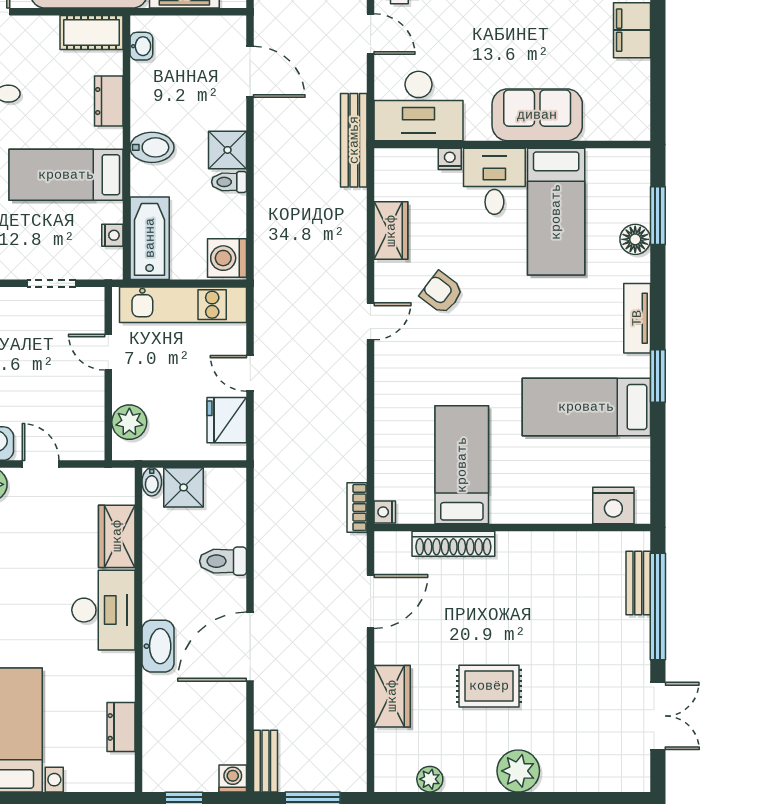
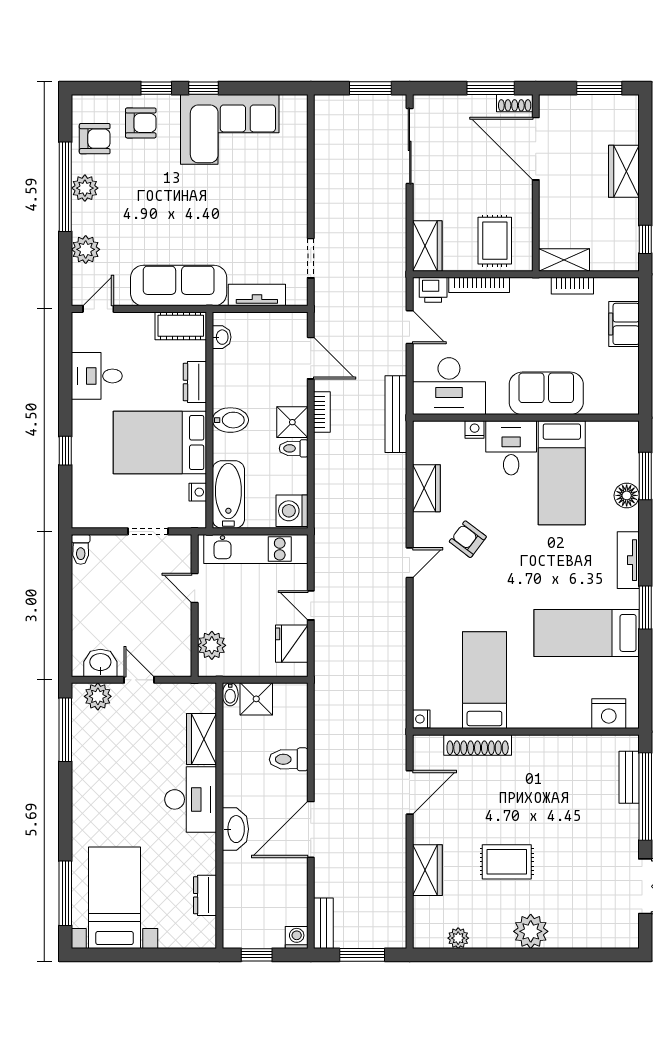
bed: (66, 175) -> (160, 443), width x1.50
bookcase: (357, 508) -> (322, 412), moved, turned 180

